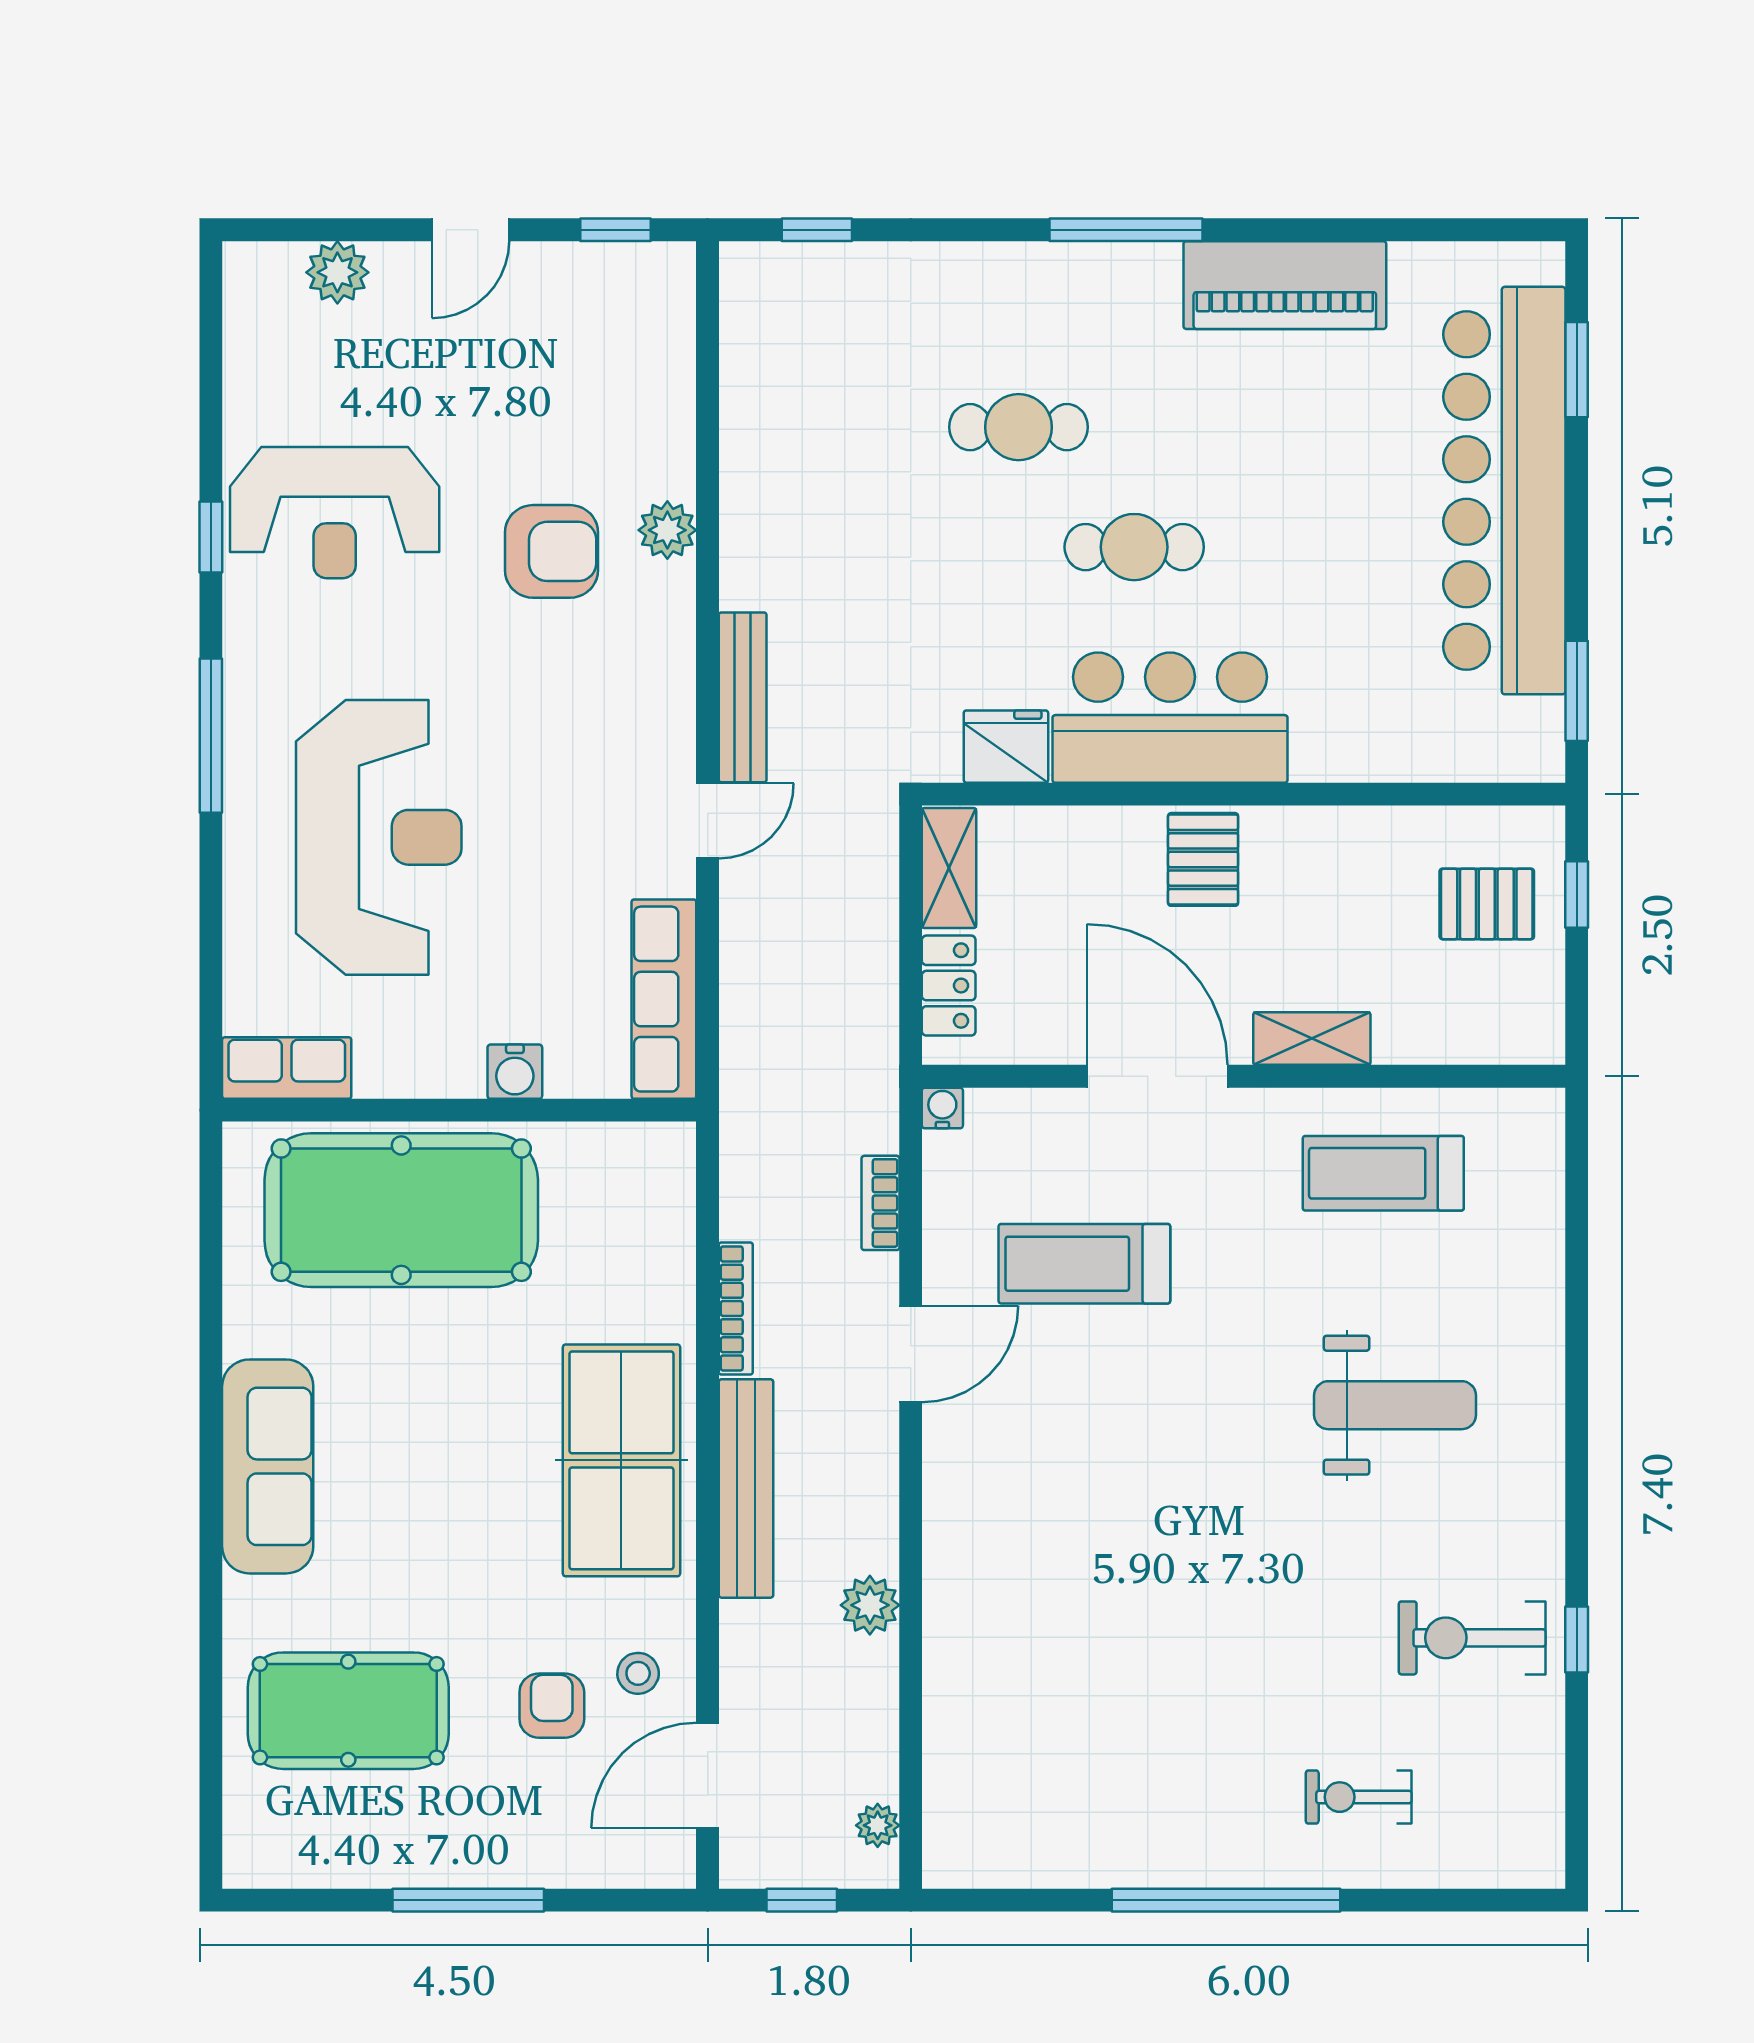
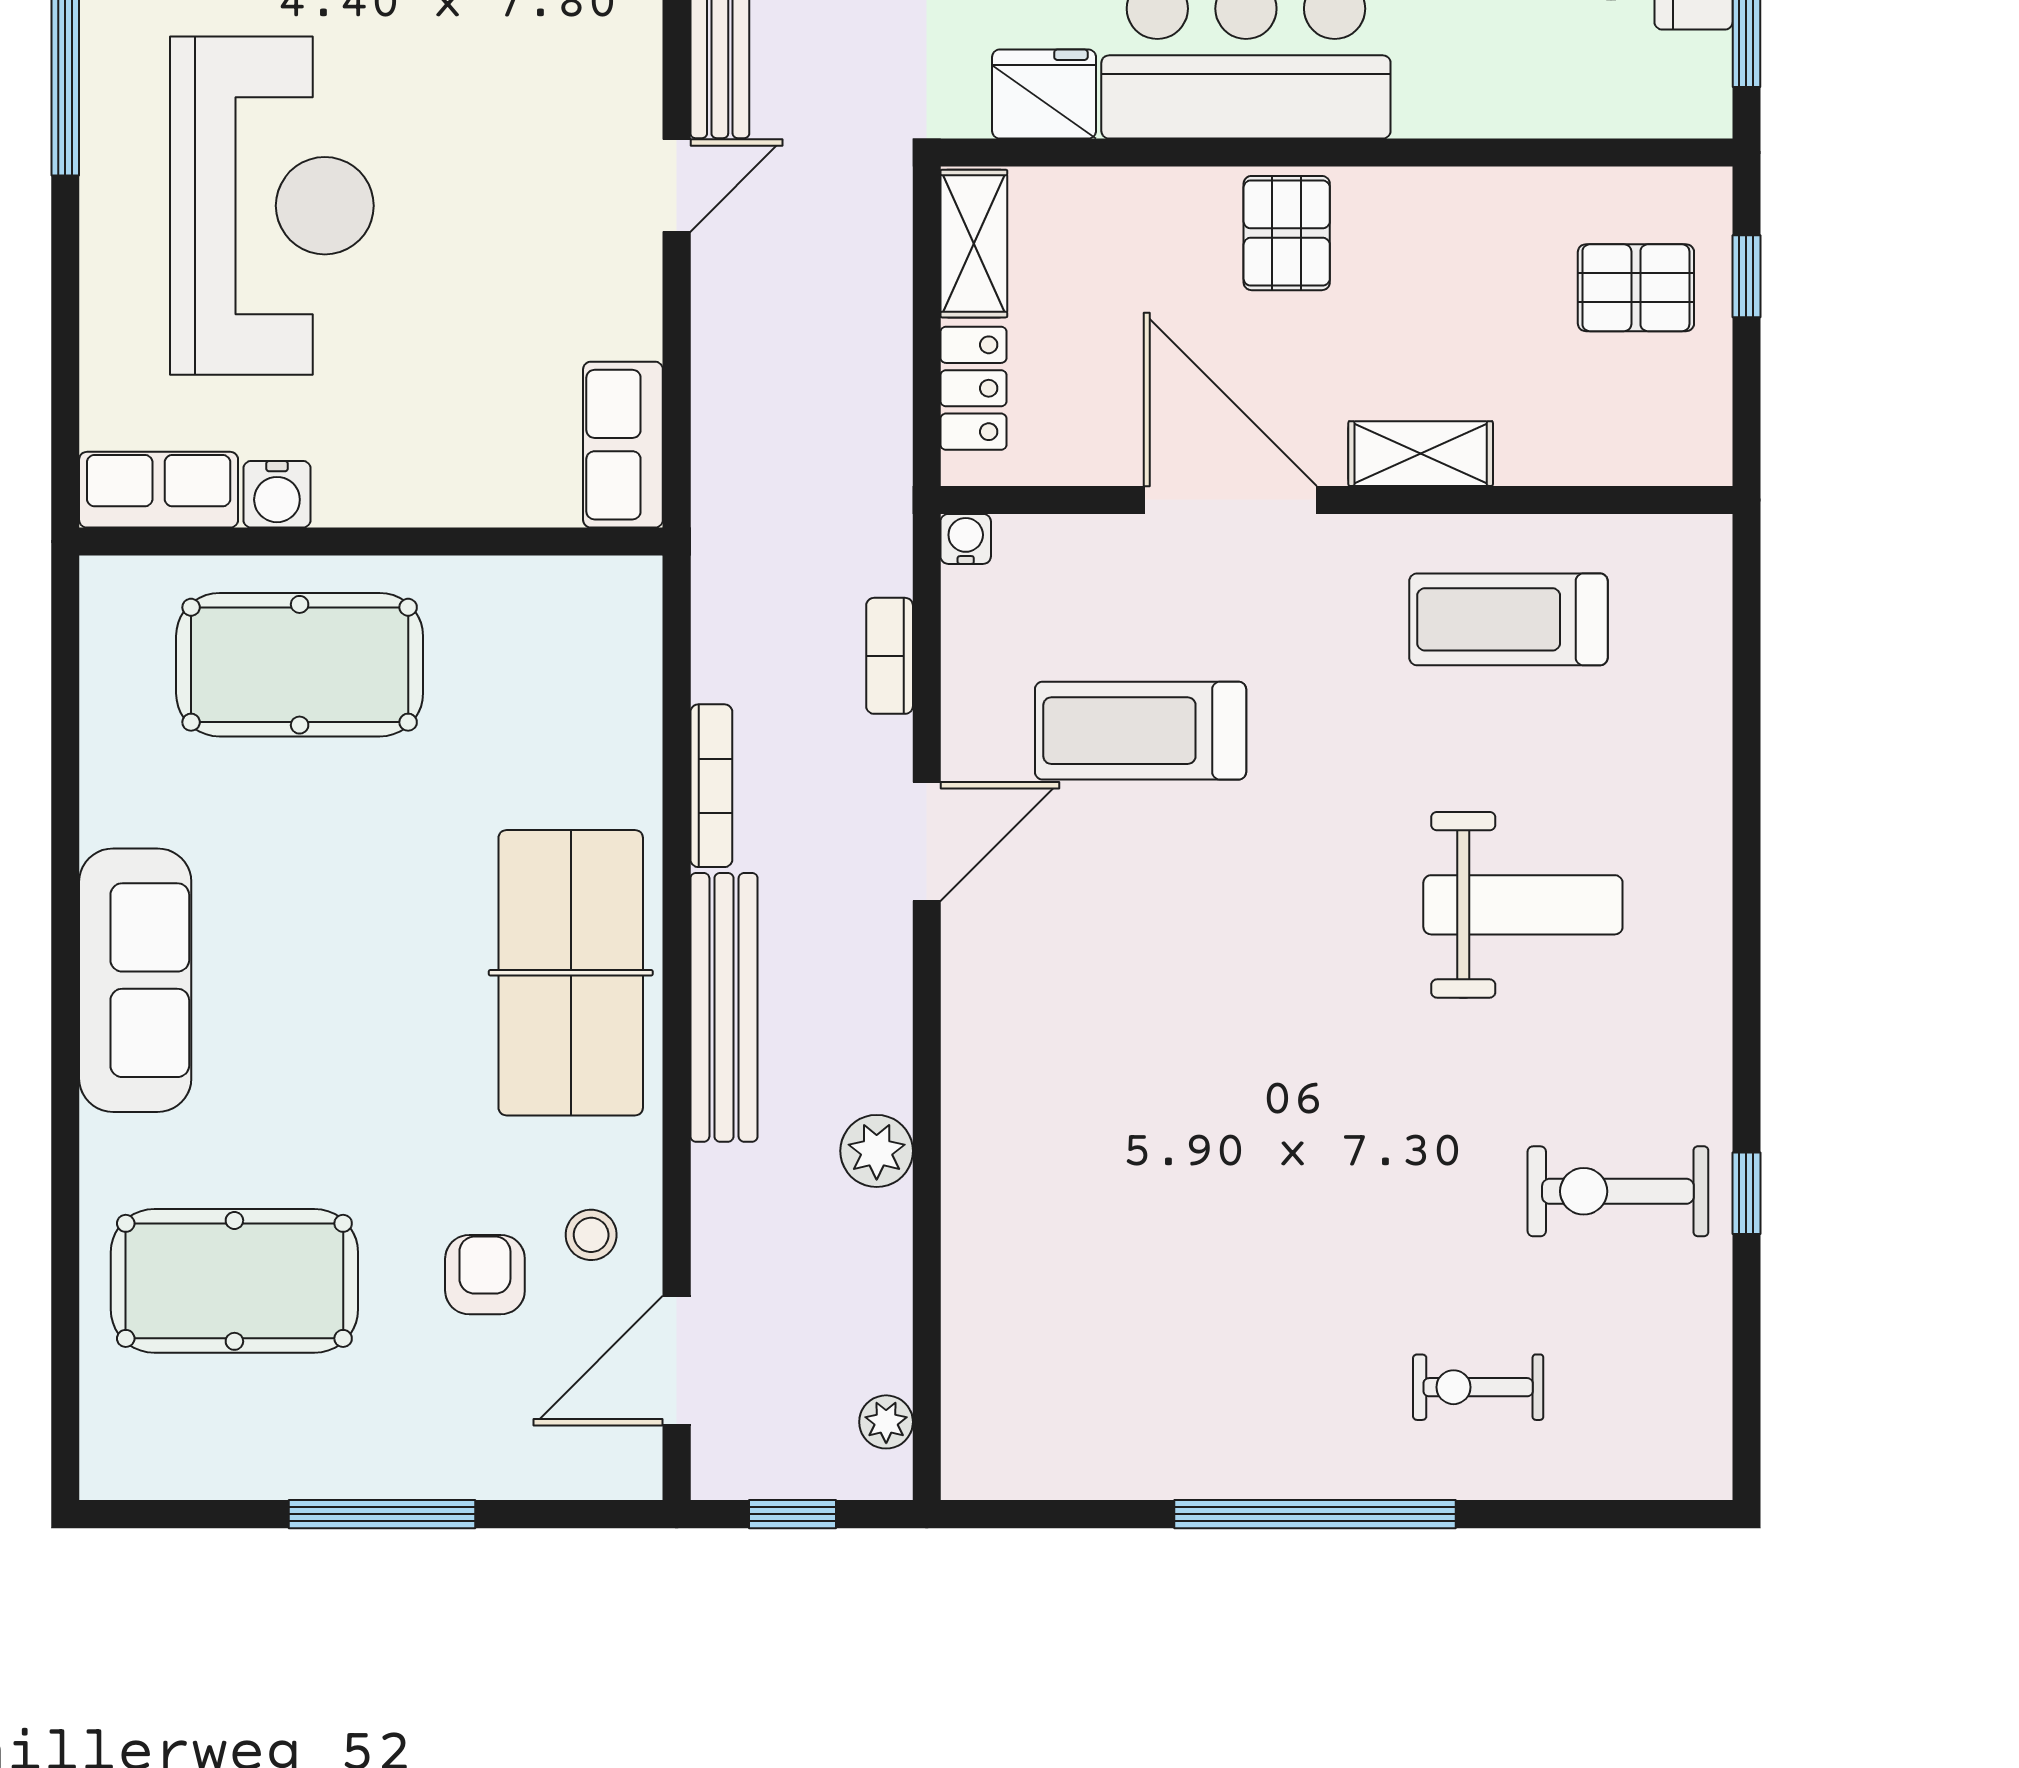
row of seats: (664, 999) -> (623, 445), width x0.68
water cooler: (515, 1072) -> (277, 494), moved
pool table: (401, 1210) -> (300, 665), width x0.73, depth x0.76

